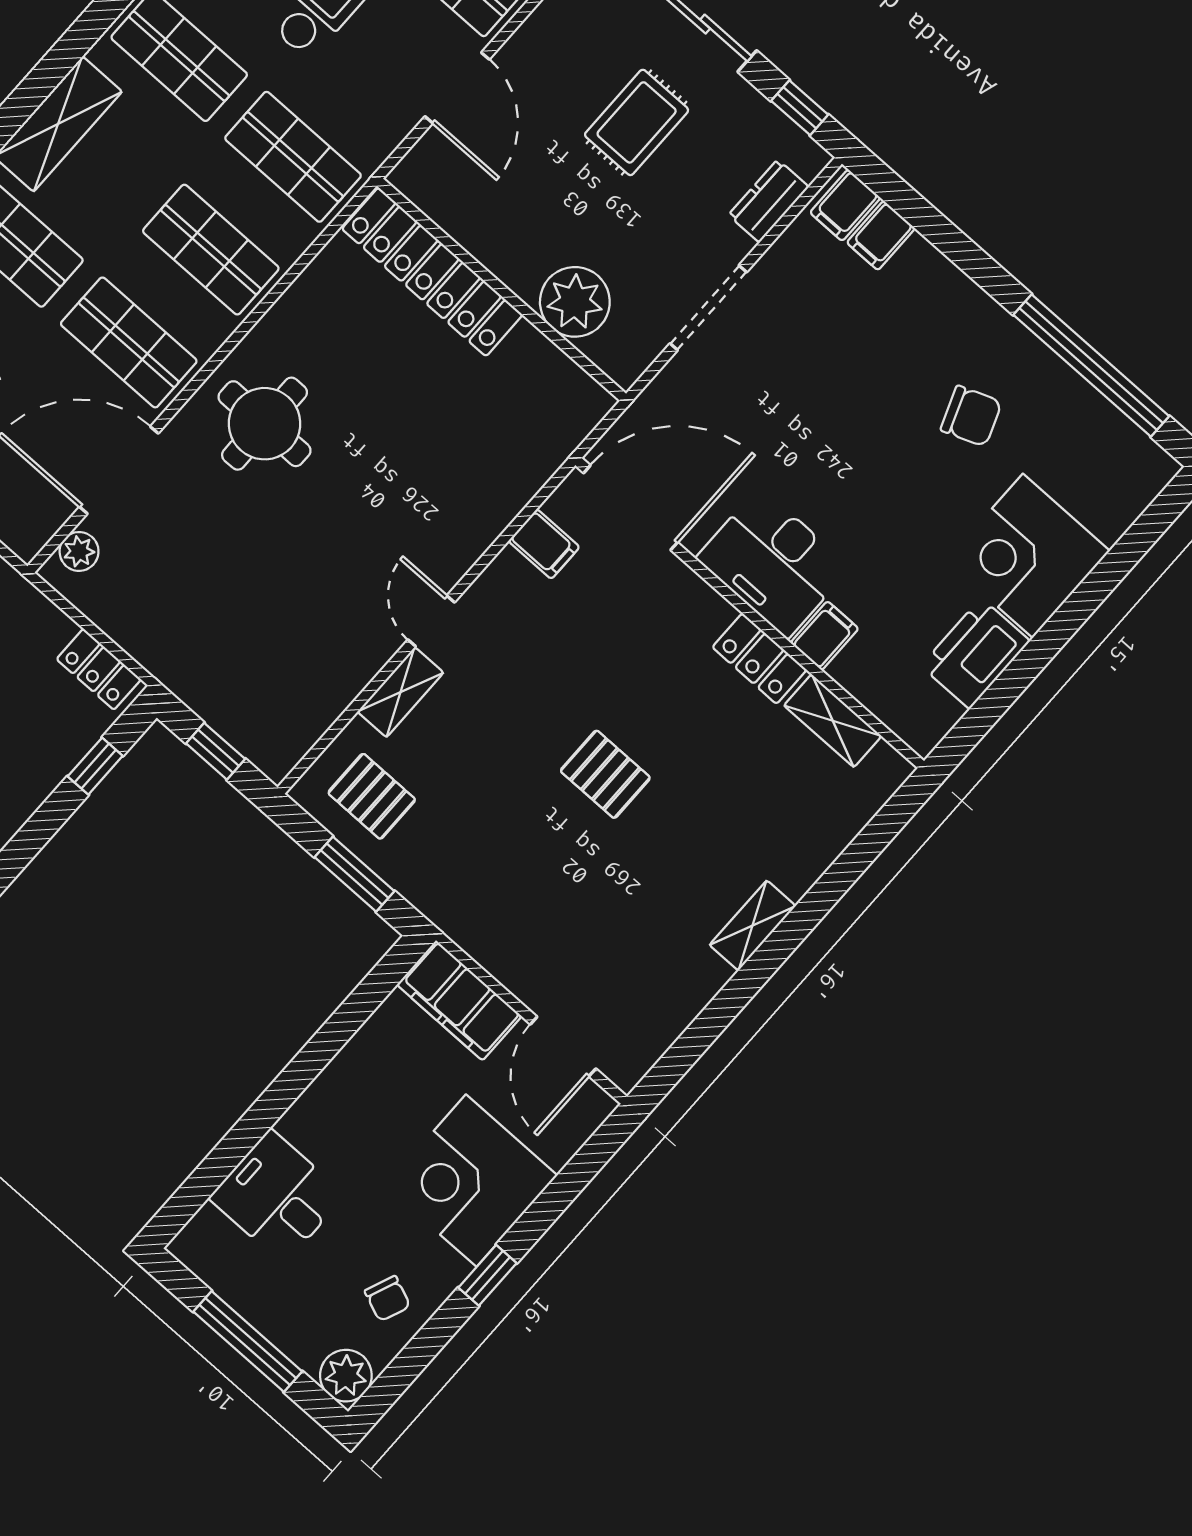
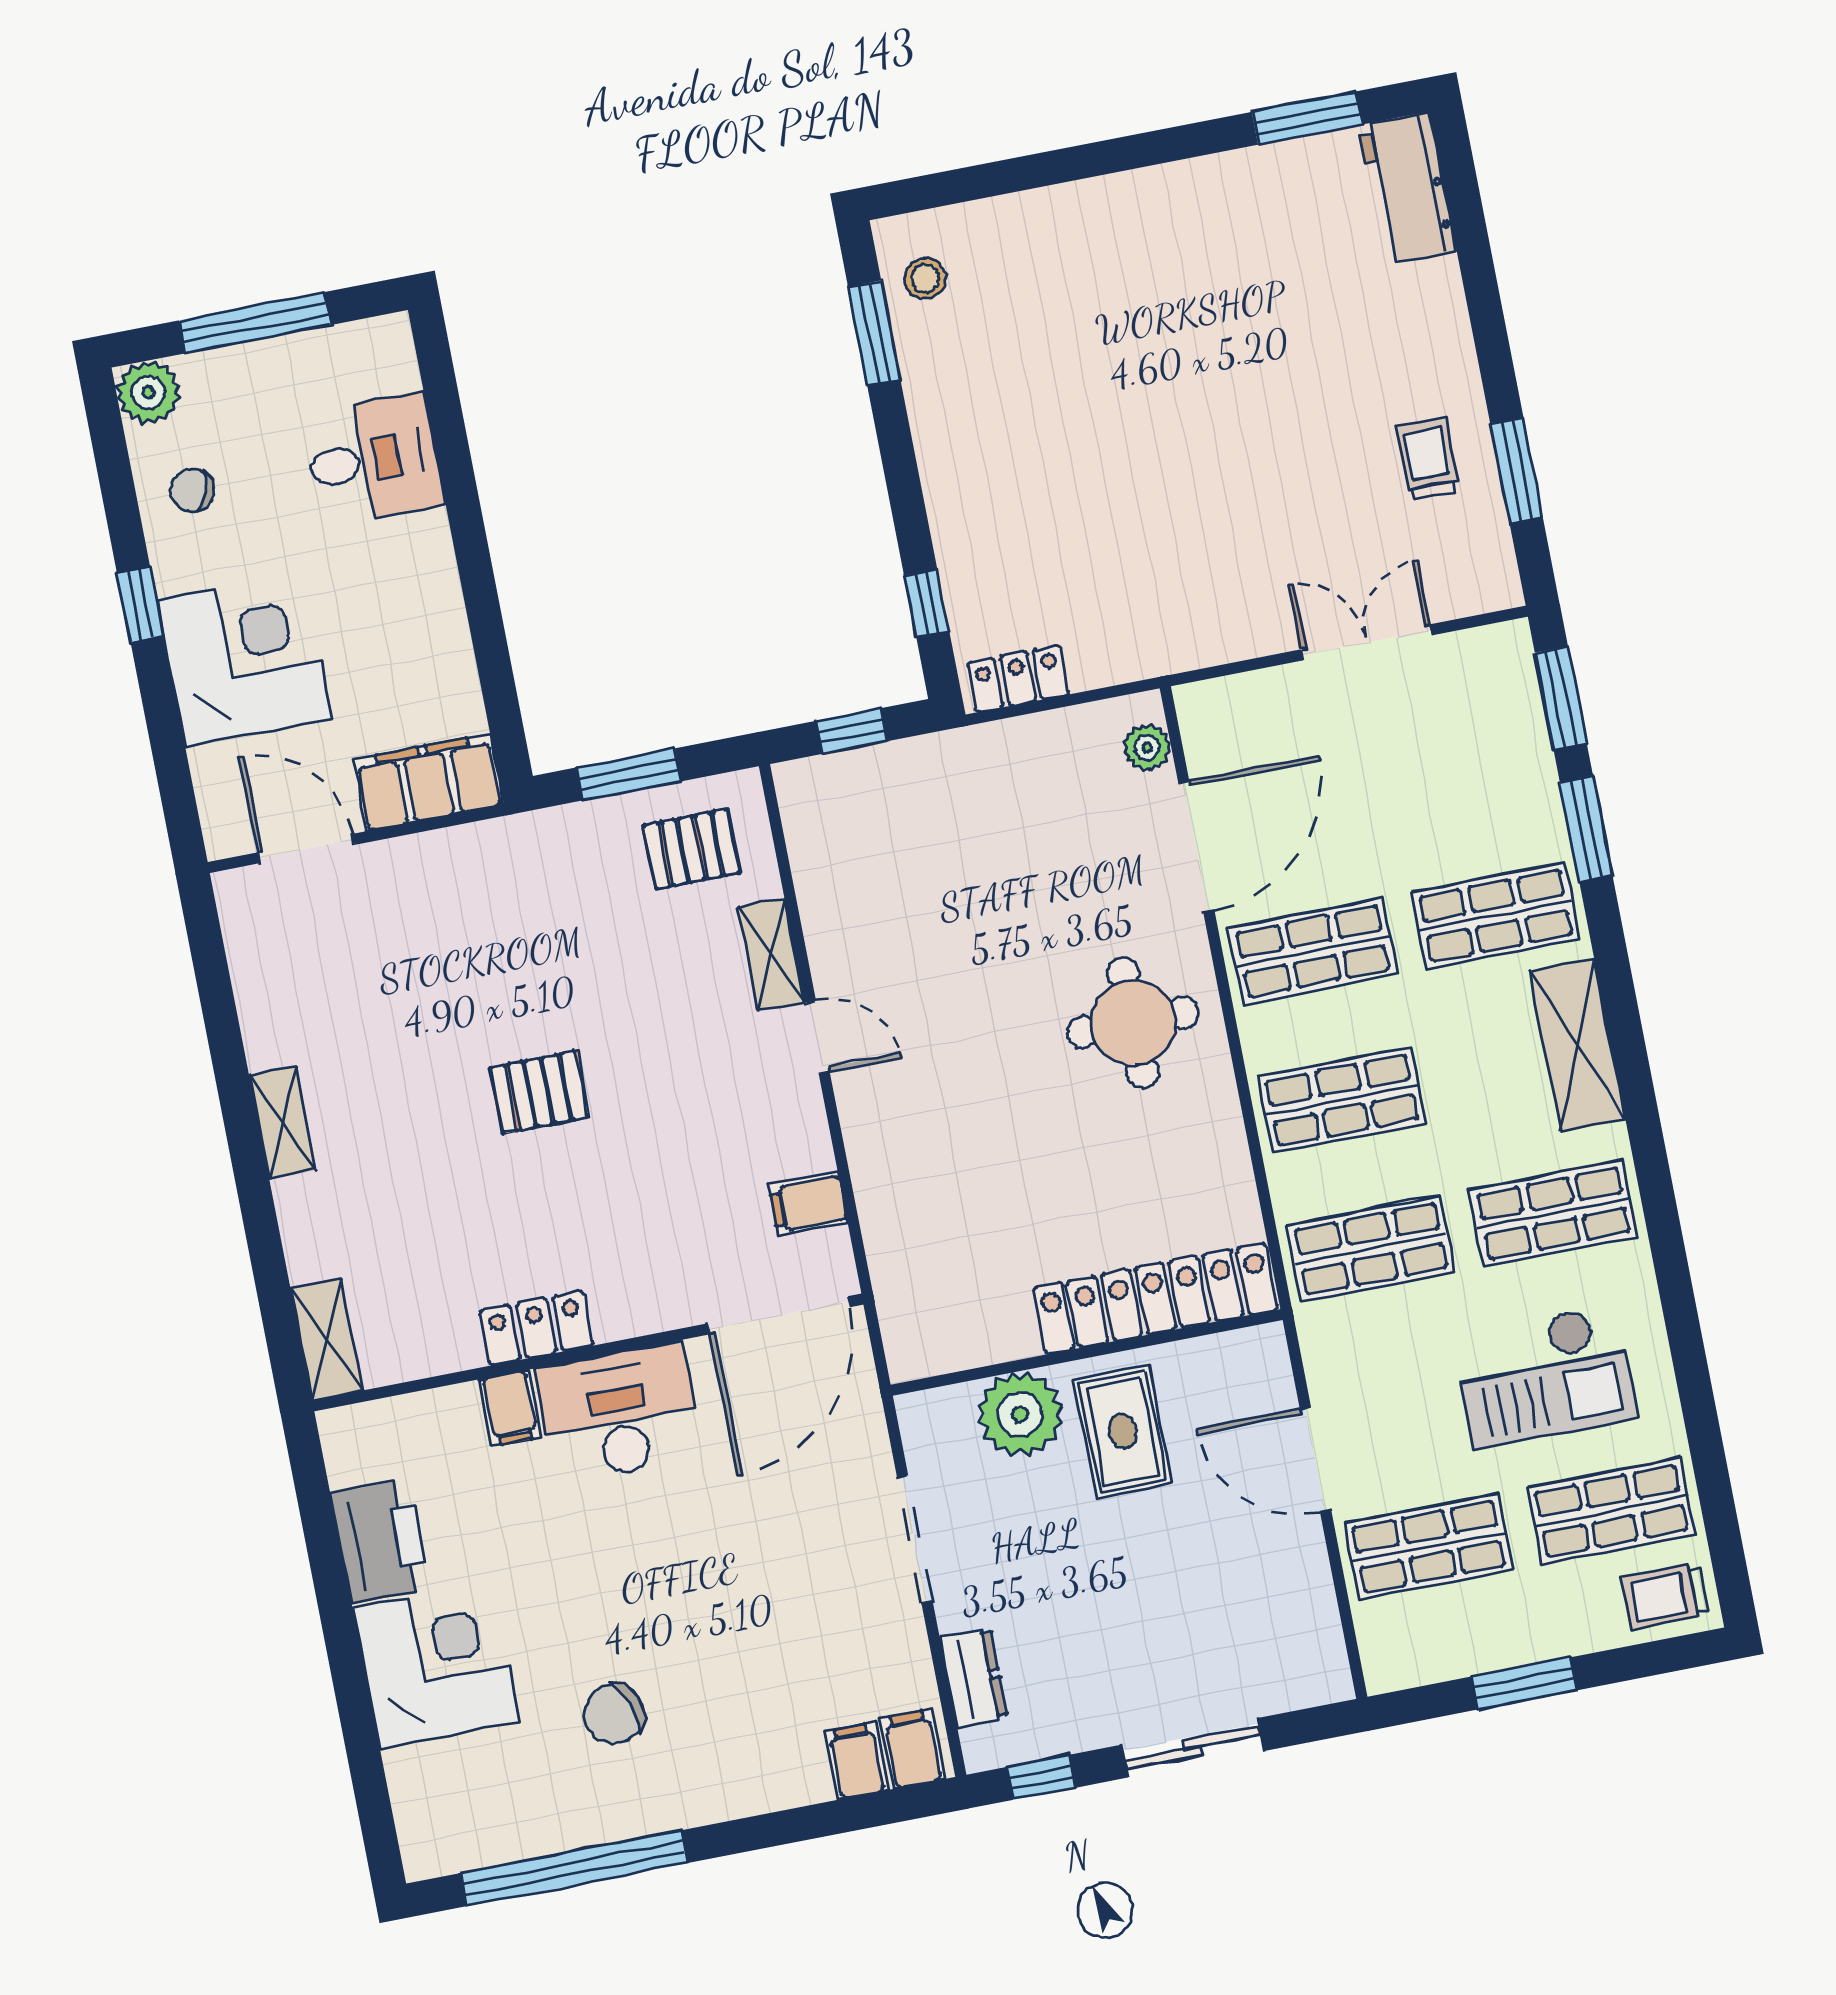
rug: (637, 122) -> (1123, 1431), moved
shelving: (833, 721) -> (327, 1339), moved, turned 90

